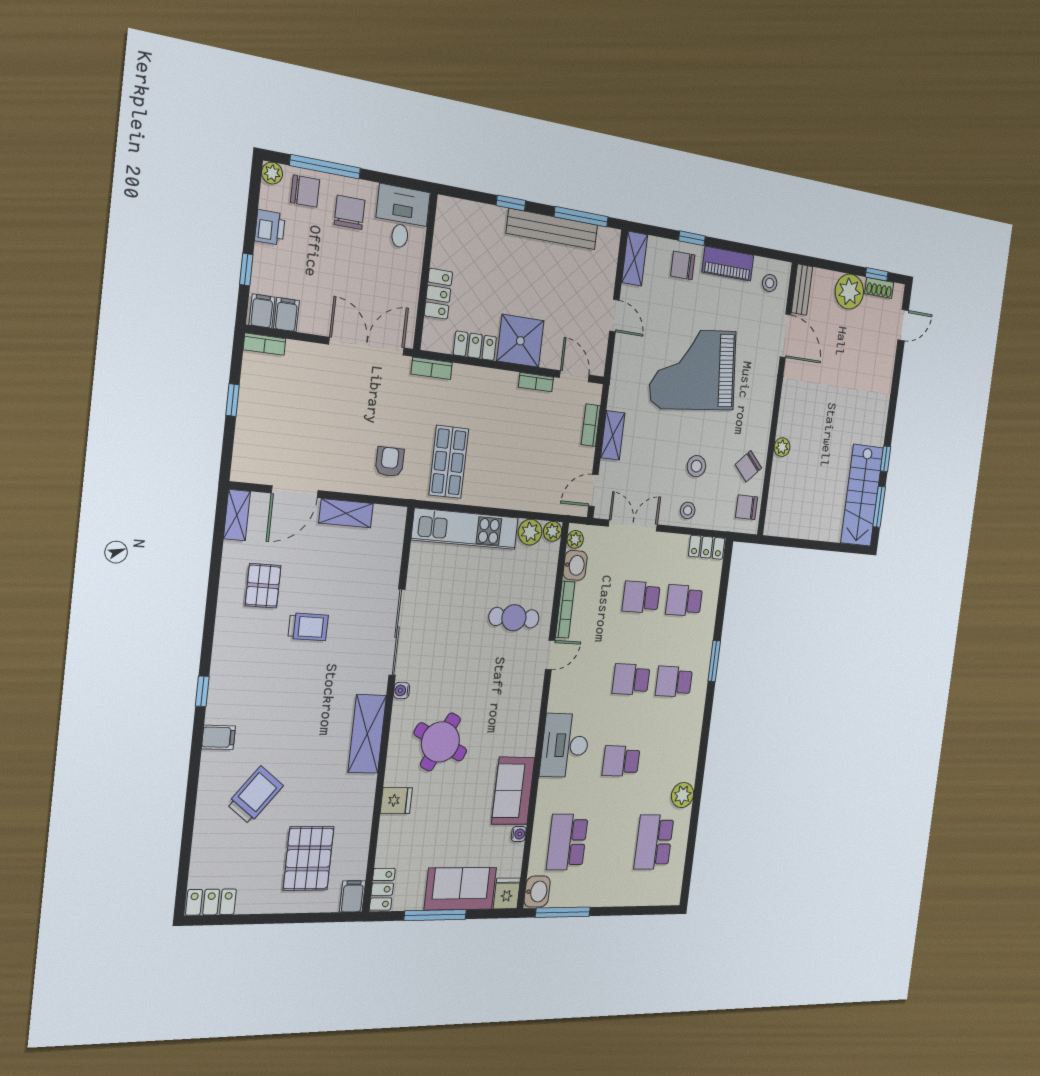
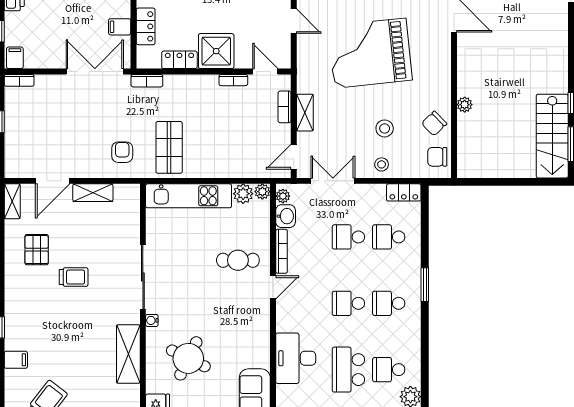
filing cabinet: (287, 315) -> (120, 27), moved, turned -90
school desk: (621, 761) -> (348, 370), width x1.85
school desk: (664, 762) -> (389, 370), added

